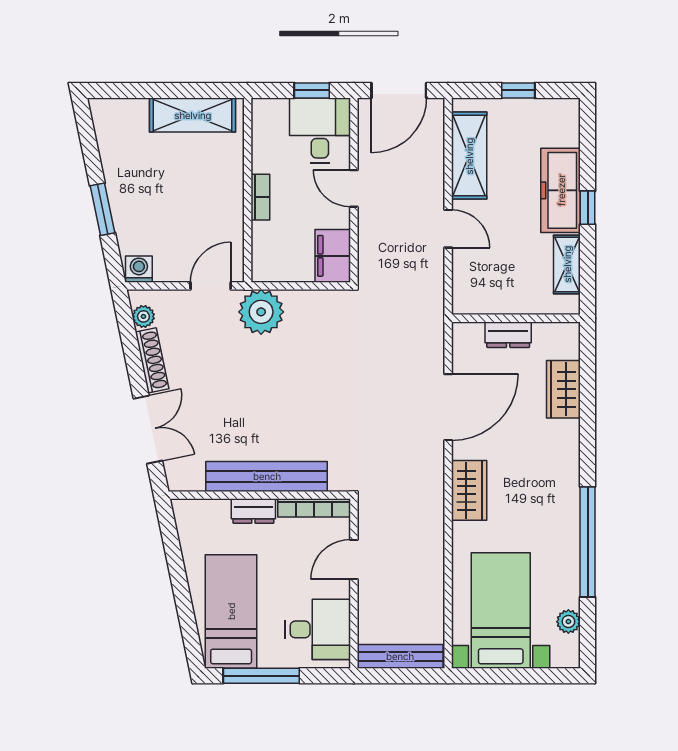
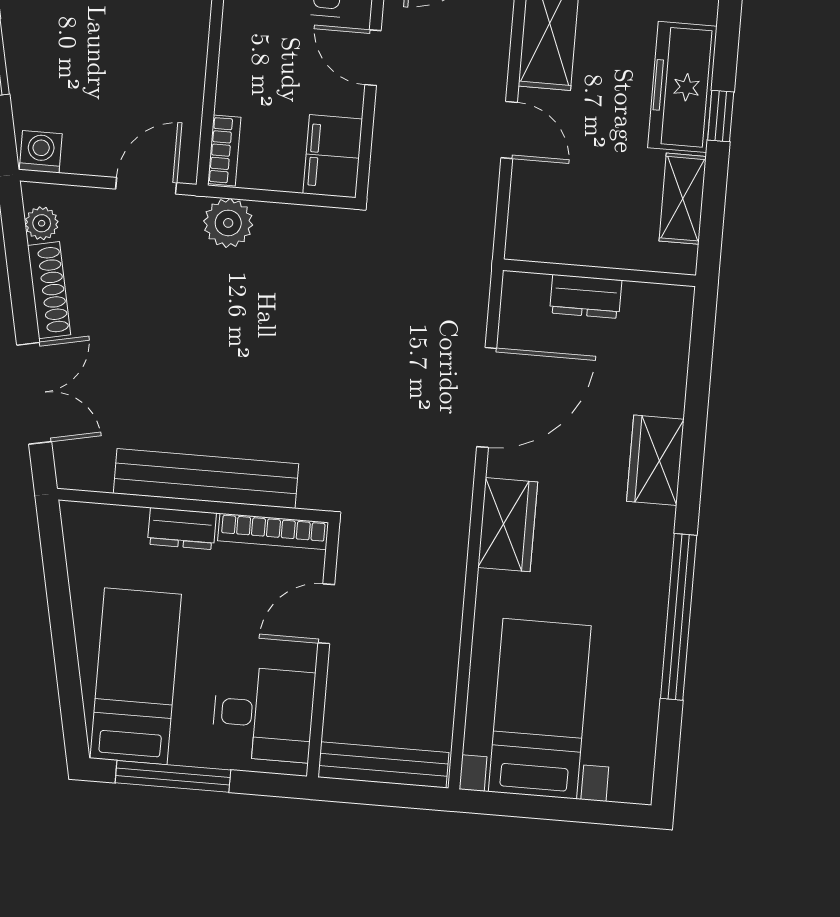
bookcase: (260, 197) -> (224, 150), moved
plant: (261, 312) -> (228, 223), width x0.73, depth x0.73
wardrobe: (563, 389) -> (655, 460), moved
plant: (568, 622) -> (640, 734), removed

